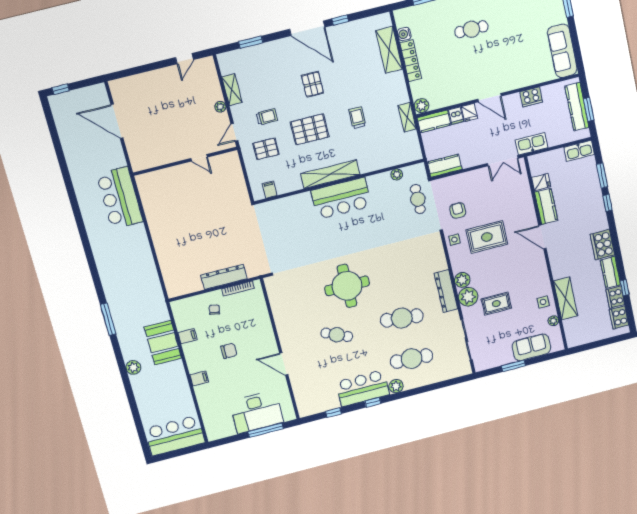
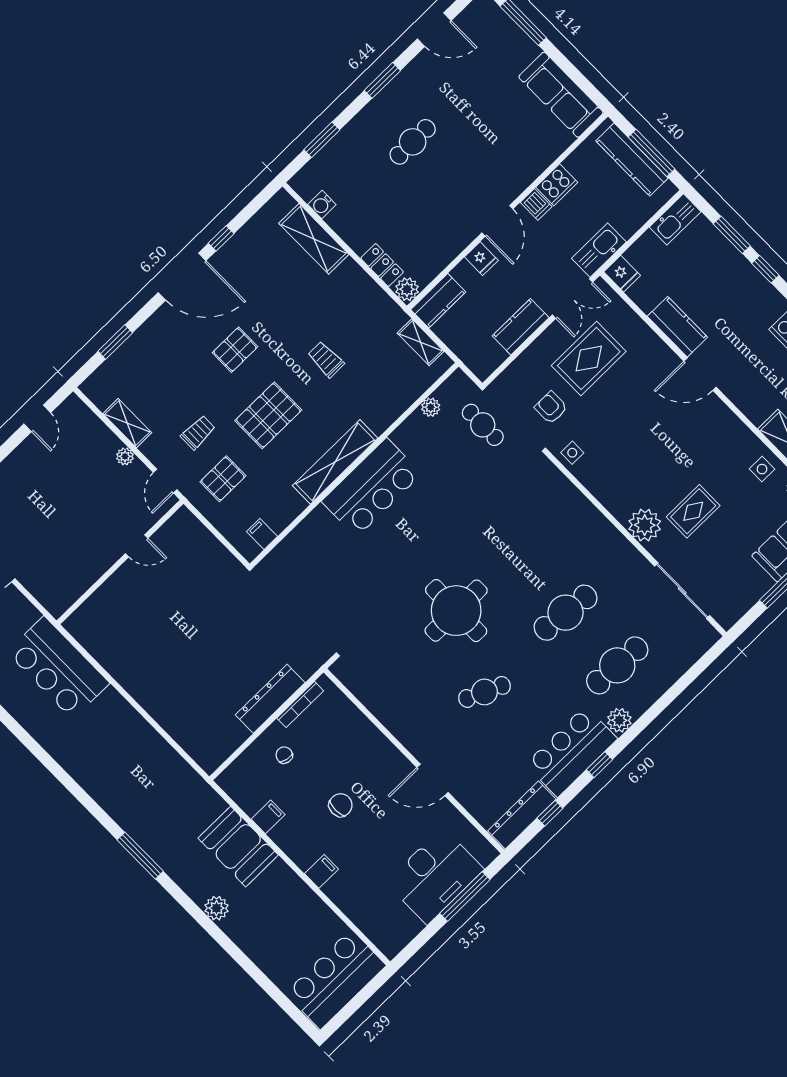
locker: (411, 61) -> (382, 265), moved, width x0.66
pallet: (312, 84) -> (235, 350), turned 90
door: (490, 98) -> (497, 221), hinge flipped
window: (589, 109) -> (651, 153), width x1.44
dishwasher: (456, 116) -> (536, 204), moved
shelving: (407, 117) -> (421, 342), moved
kitchen counter: (445, 166) -> (521, 327), moved
fridge: (541, 182) -> (622, 274), moved, turned 90
rug: (487, 237) -> (589, 359), moved
plant: (462, 280) -> (620, 505), removed
dresser: (446, 291) -> (522, 815), moved, turned 90

